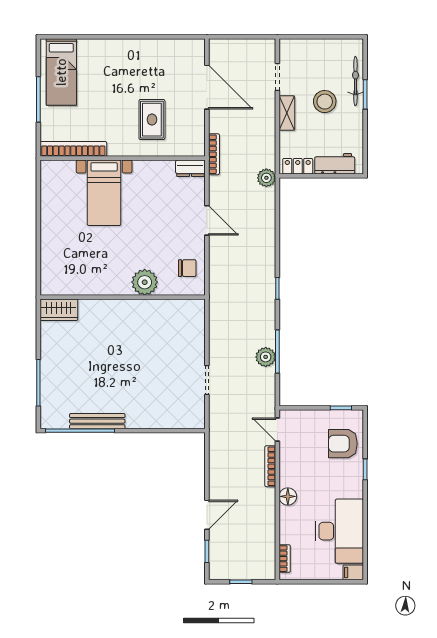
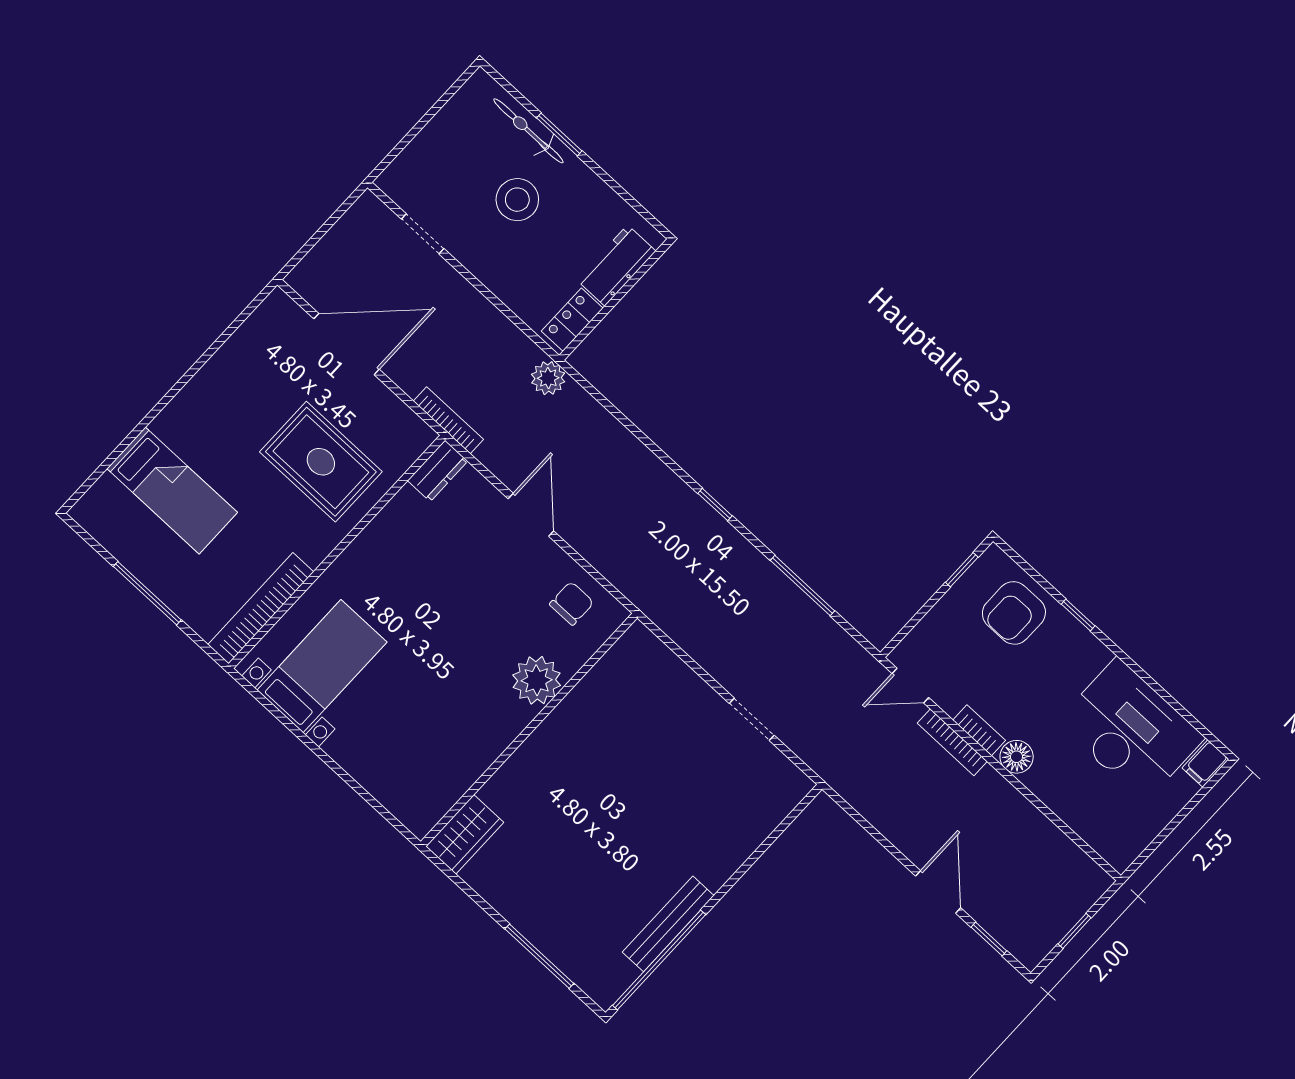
bed: (61, 72) -> (172, 491), moved
shelving: (287, 113) -> (485, 267), removed
rug: (152, 120) -> (321, 462), width x1.36, depth x1.43
bed with nightstands: (104, 193) -> (322, 666), moved, turned -90
door: (207, 220) -> (531, 515), hinge flipped
plant: (266, 357) -> (795, 609), removed
bookcase: (285, 559) -> (979, 730), moved

